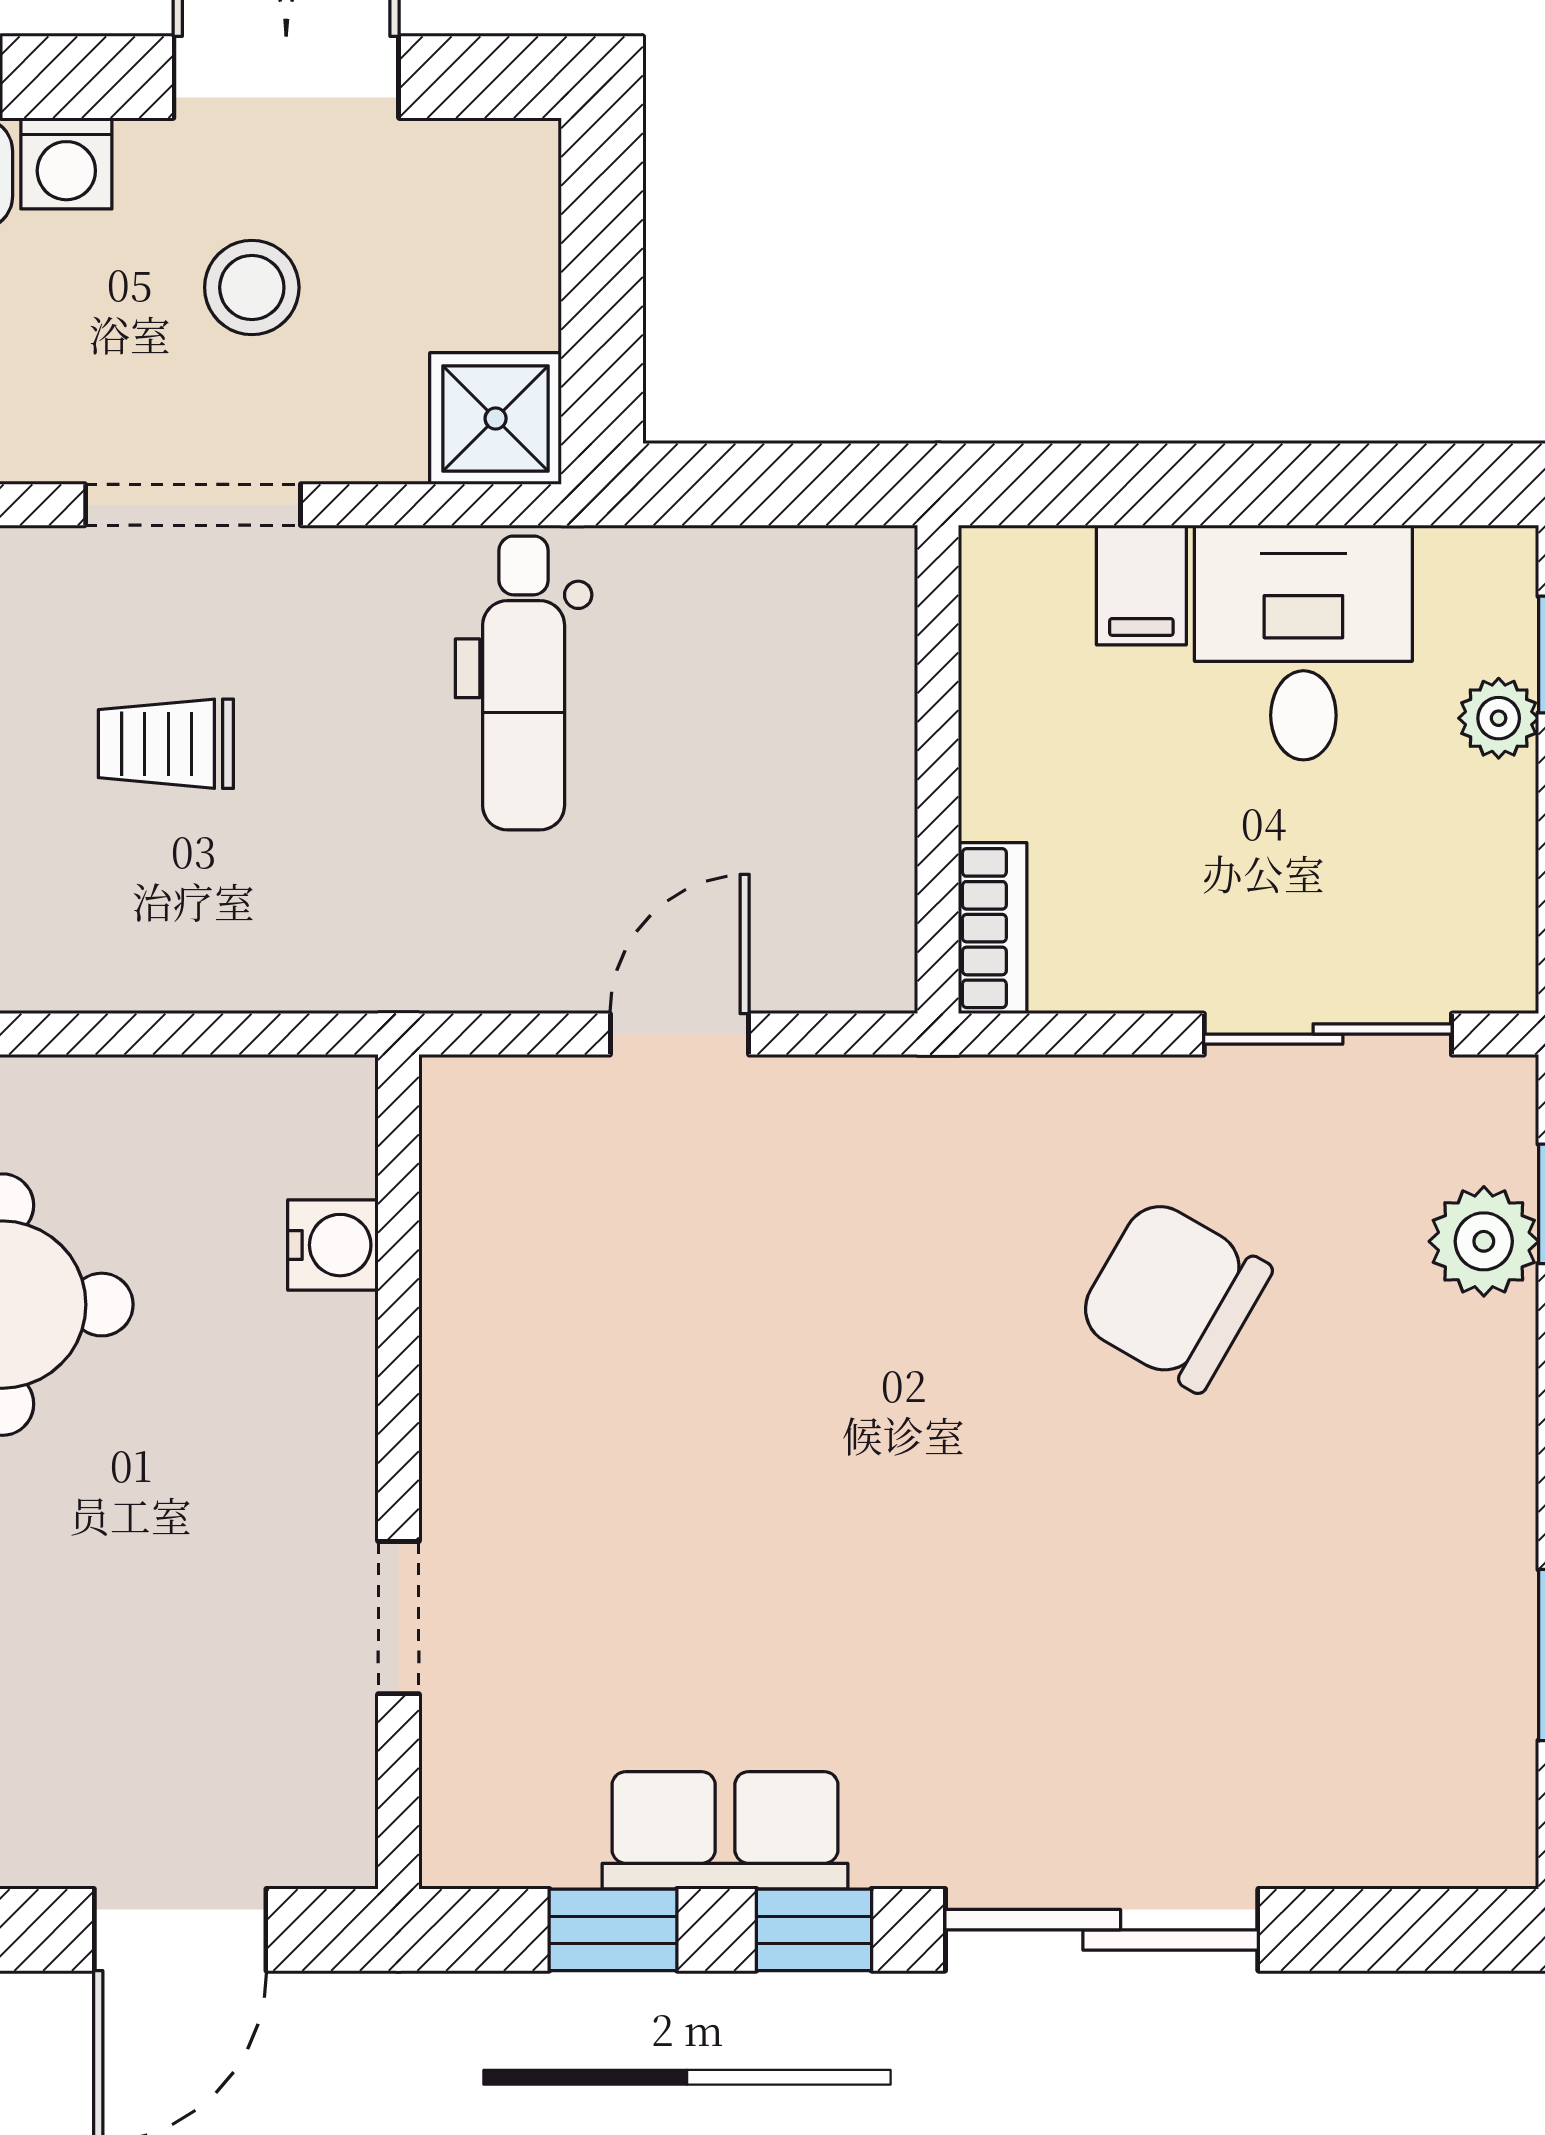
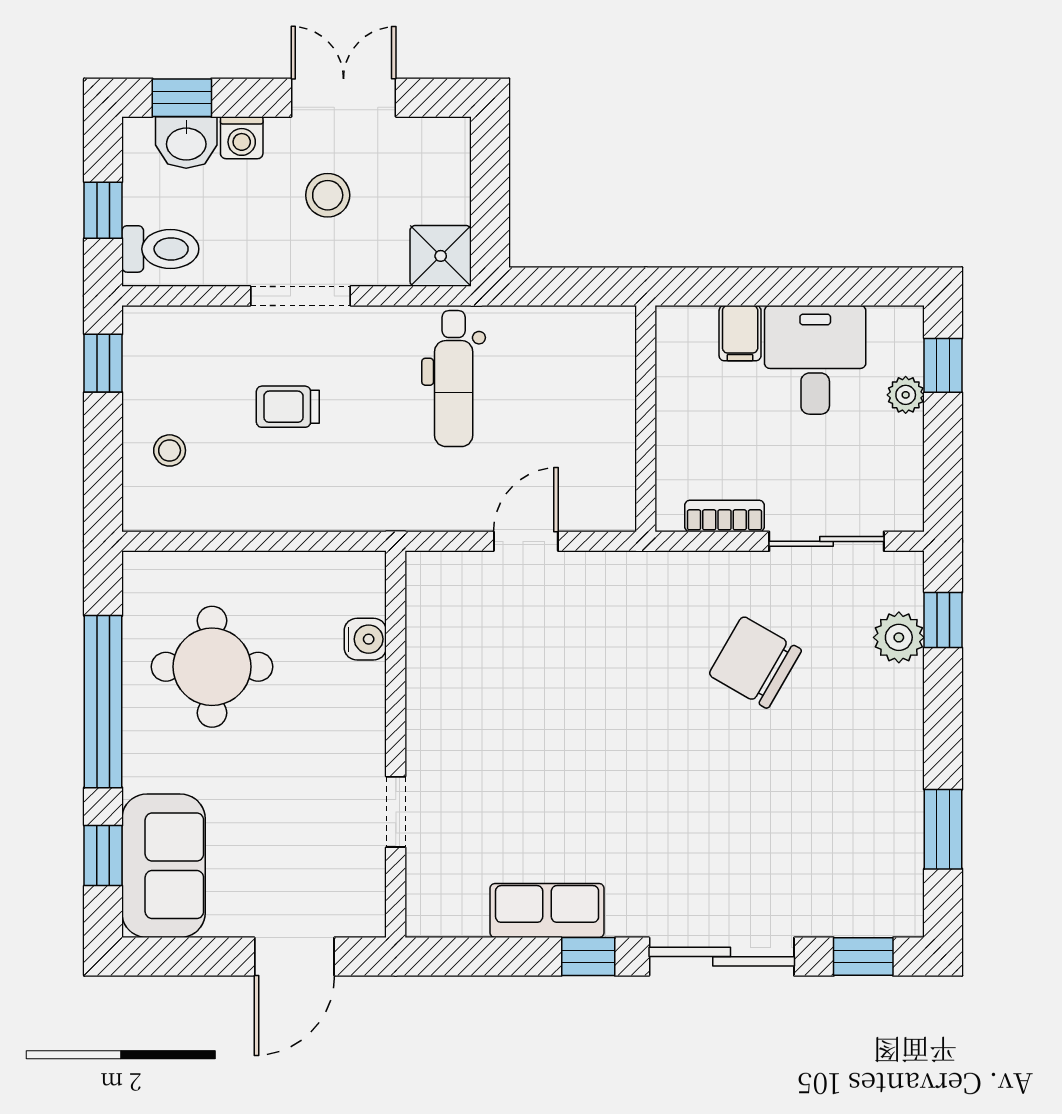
bookcase: (993, 928) -> (724, 516), moved, turned -90
window: (613, 1930) -> (863, 957), moved

